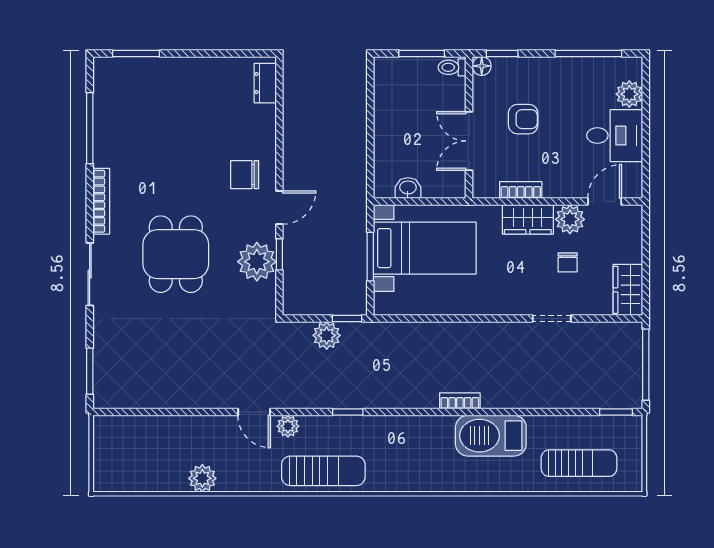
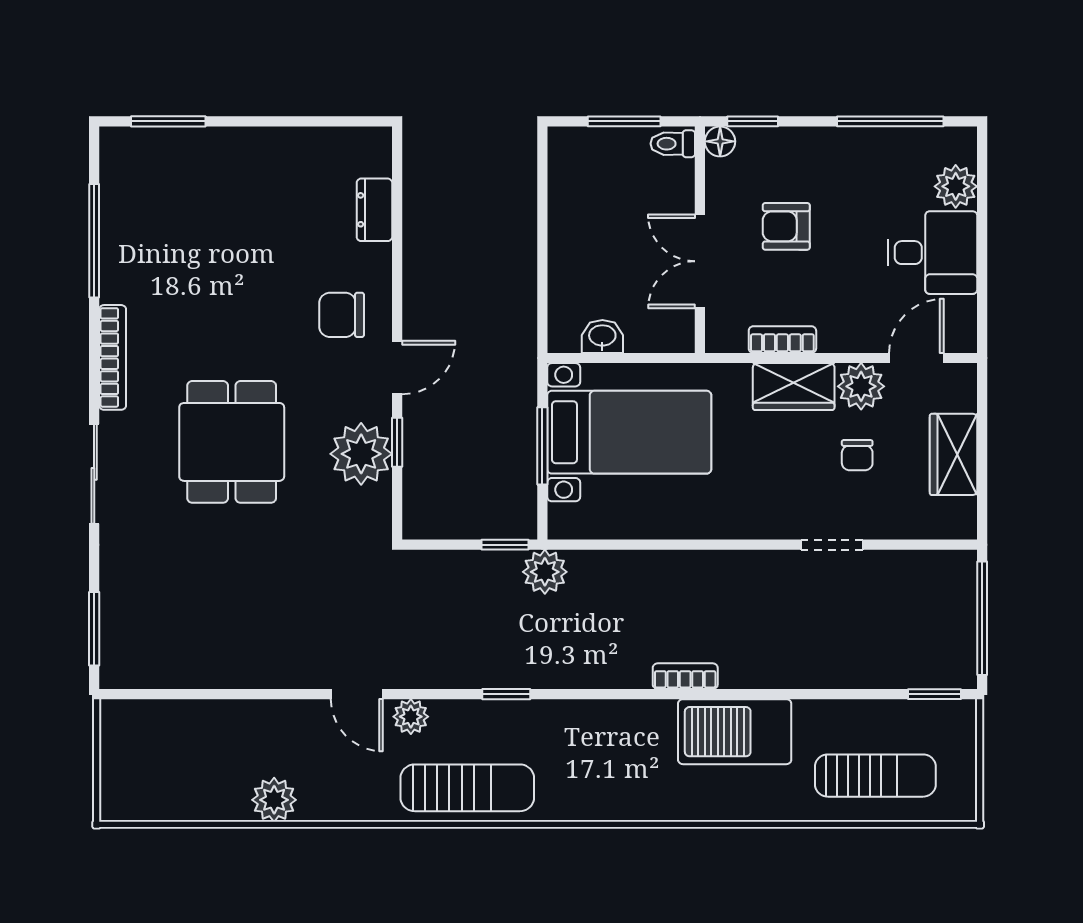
dresser: (265, 83) -> (374, 210), moved
armchair: (523, 119) -> (786, 226), turned 180
wardrobe: (628, 290) -> (953, 454), moved
plant: (327, 335) -> (545, 572), moved

